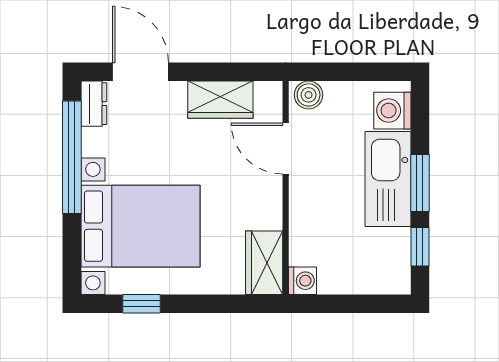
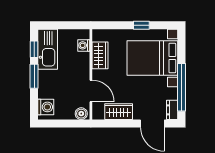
kitchen sink: (388, 179) -> (48, 49), moved
wardrobe: (264, 263) -> (100, 55), moved
washing machine: (303, 281) -> (84, 45), moved
window: (142, 304) -> (141, 25), moved

